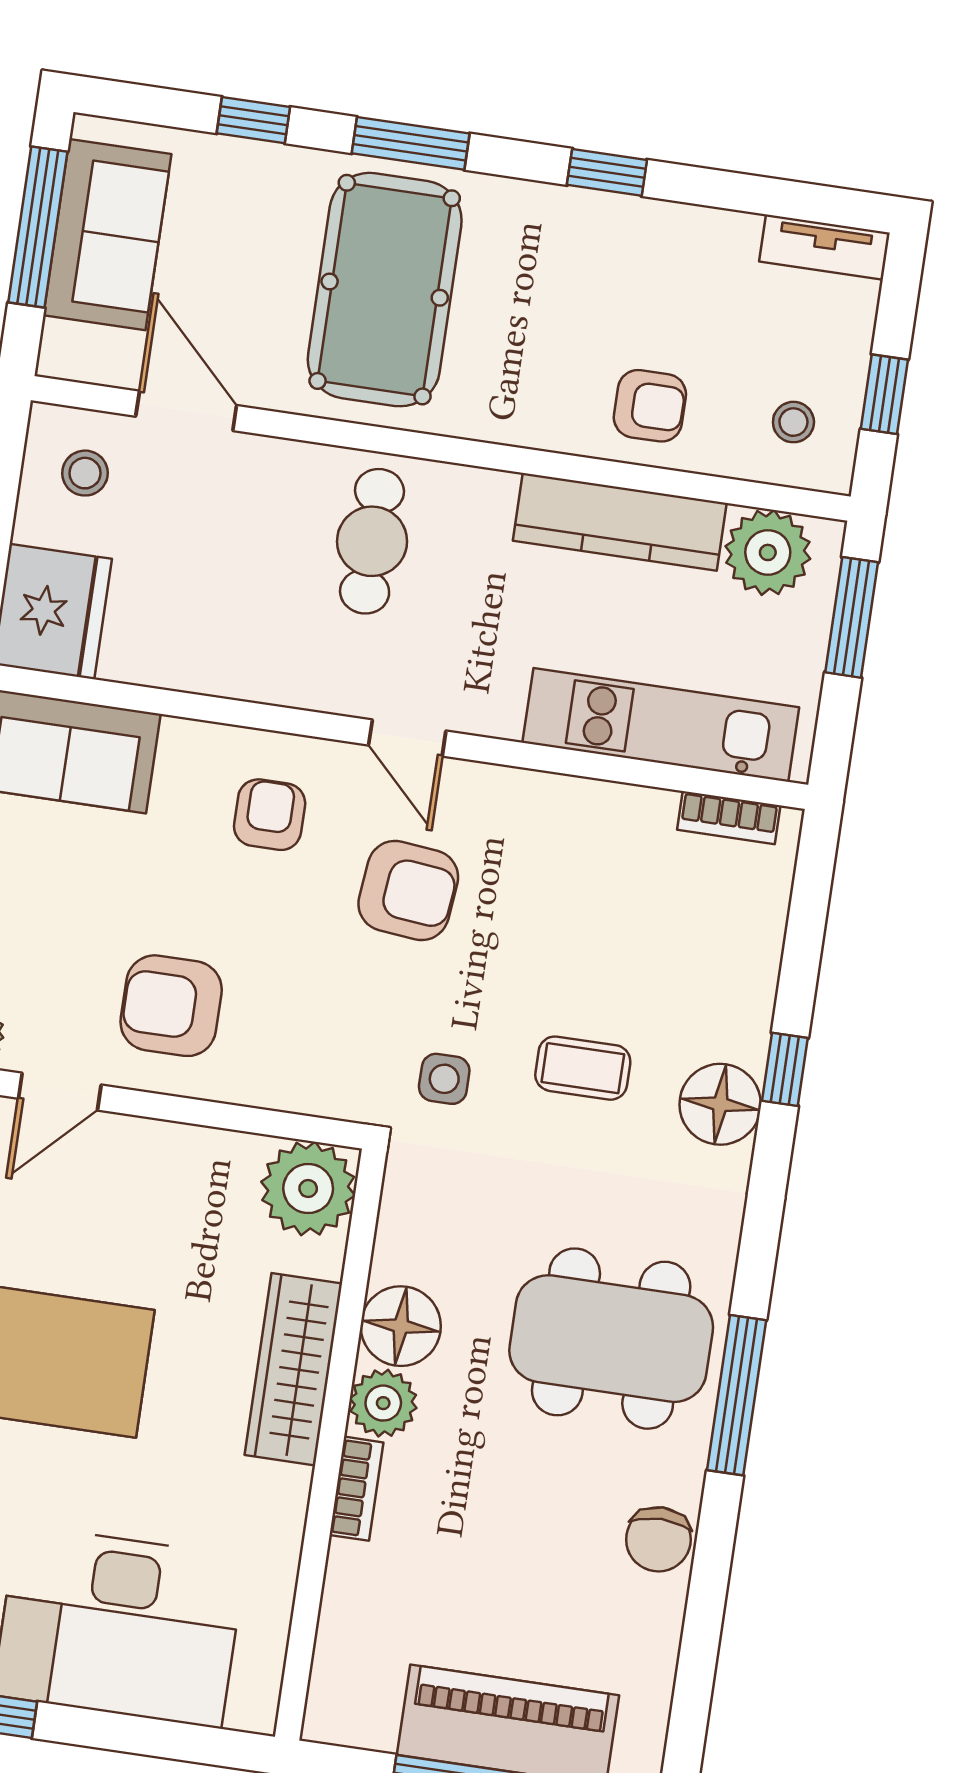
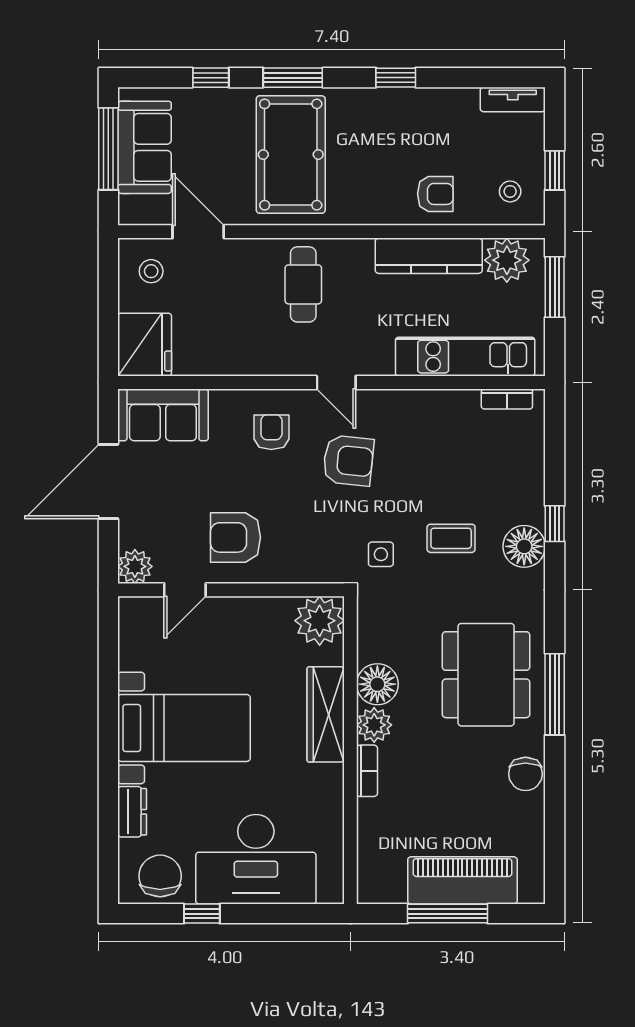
dining table: (611, 1339) -> (486, 675), turned 90

